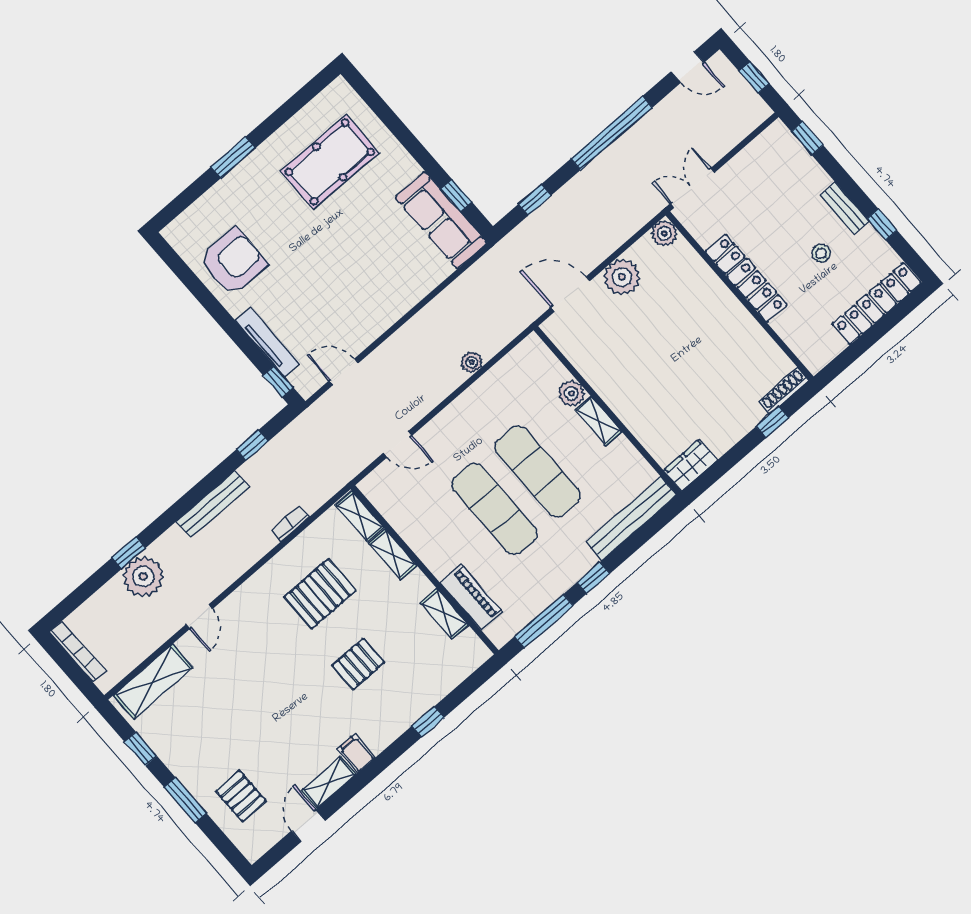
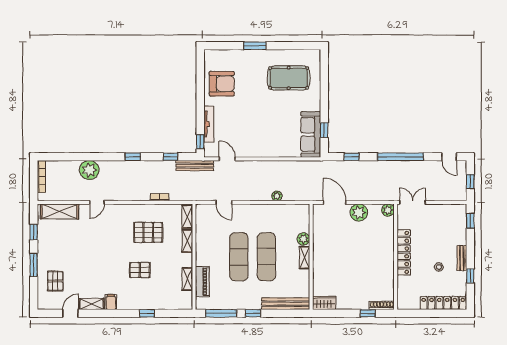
bench: (213, 504) -> (195, 166), moved
window: (129, 553) -> (133, 157), moved

